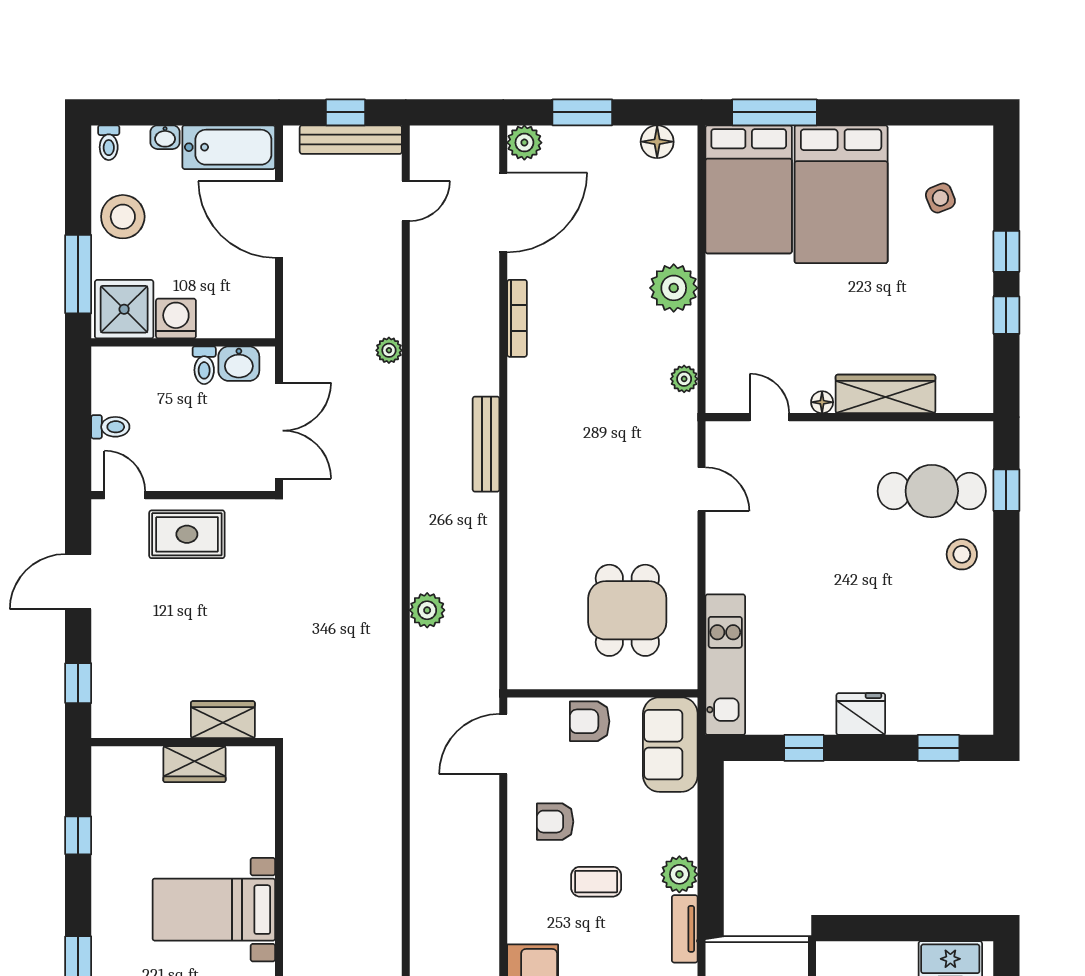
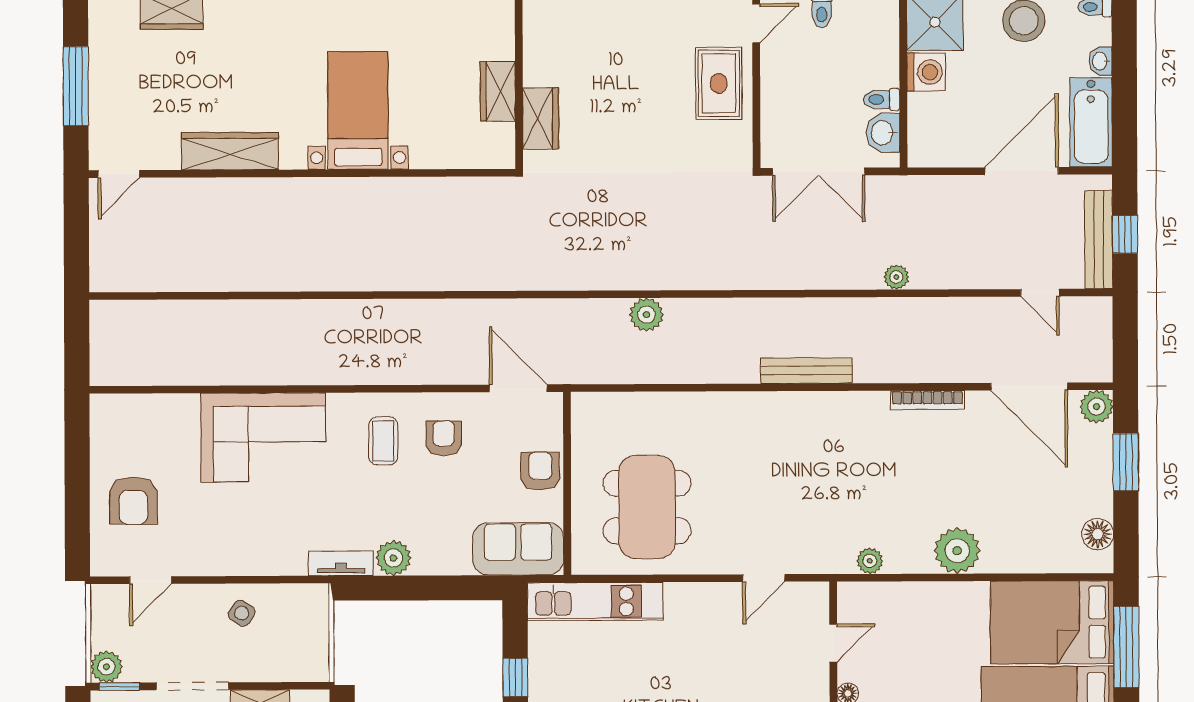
dining table: (627, 610) -> (647, 507), width x1.38
coffee table: (596, 882) -> (383, 441), moved

